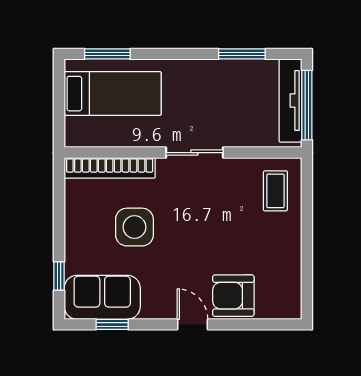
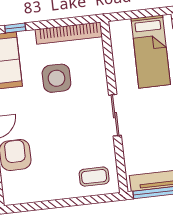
bookcase: (110, 168) -> (69, 33), moved, turned -90

